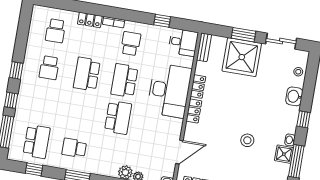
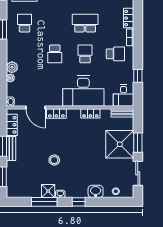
school desk: (124, 81) -> (85, 54), width x0.54
locker: (194, 111) -> (56, 113), moved
school desk: (118, 117) -> (55, 54), width x0.54

